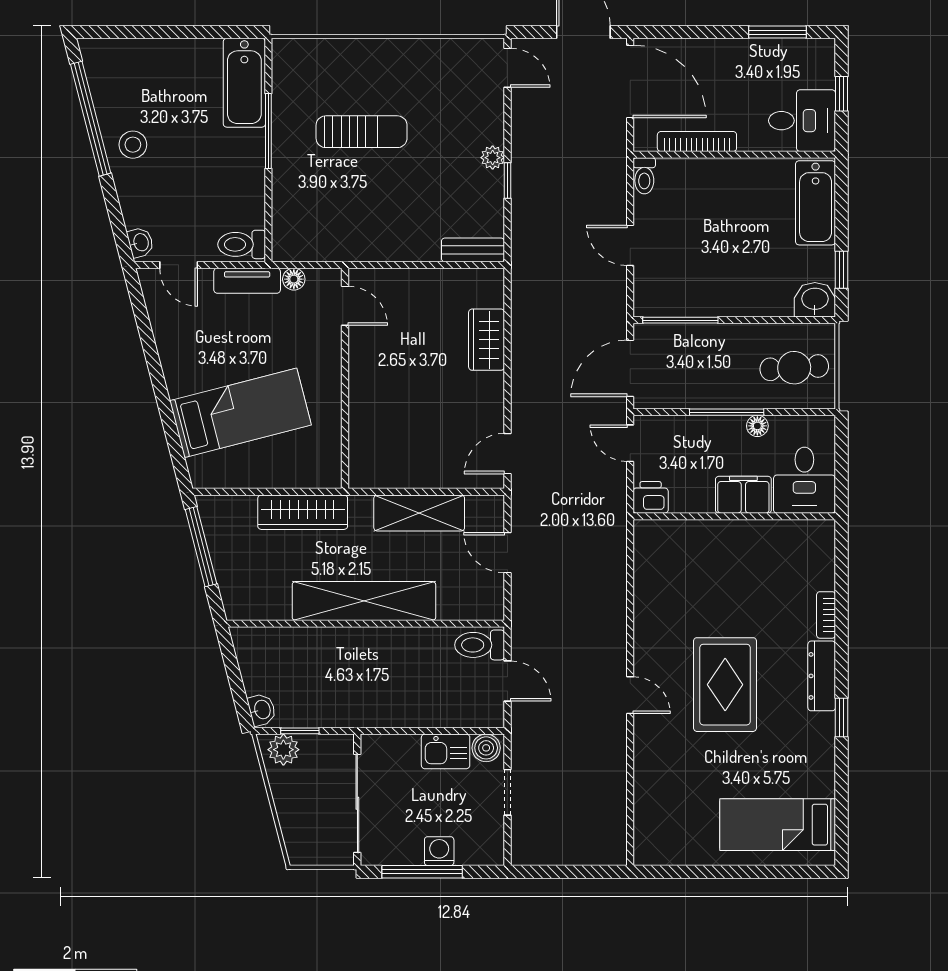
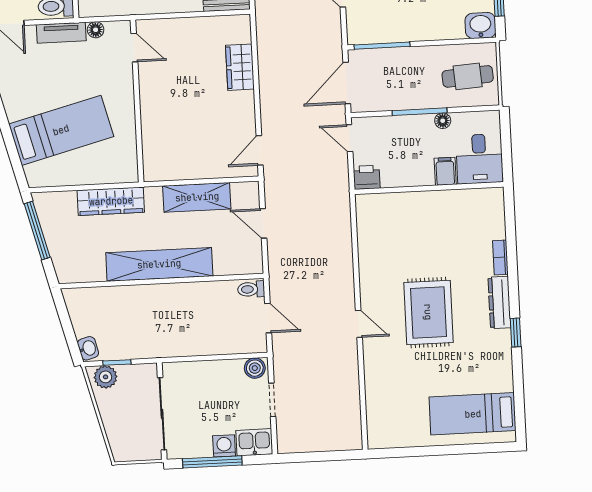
filing cabinet: (743, 495) -> (445, 171), width x0.50
toilet: (480, 645) -> (251, 289), width x0.73, depth x0.72
kitchen sink: (446, 751) -> (254, 442), moved, turned 180

